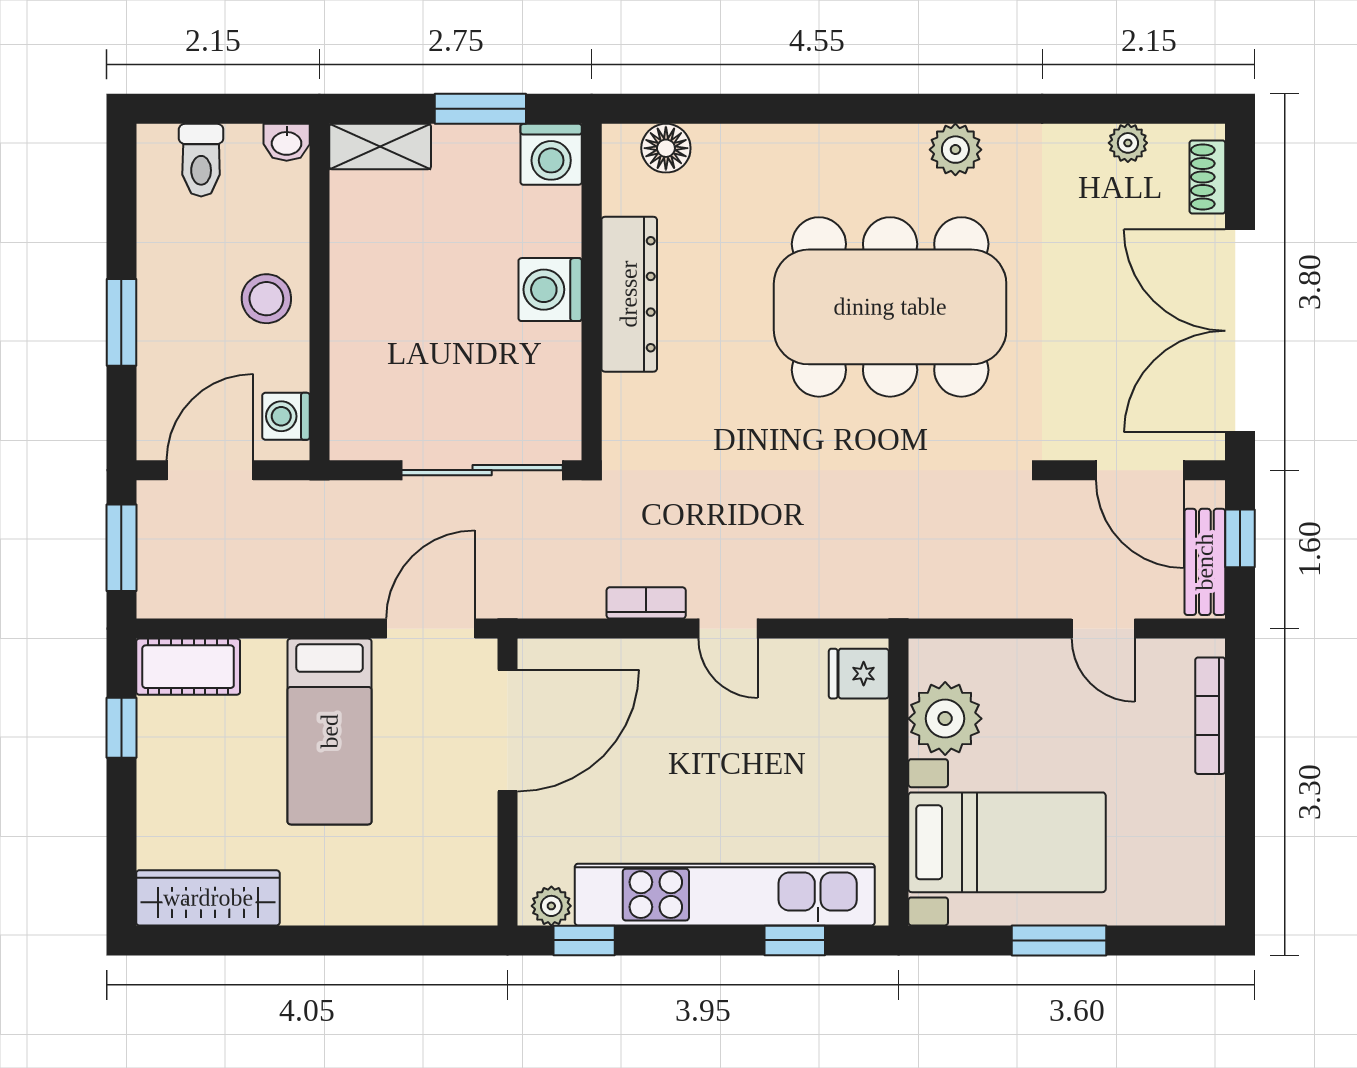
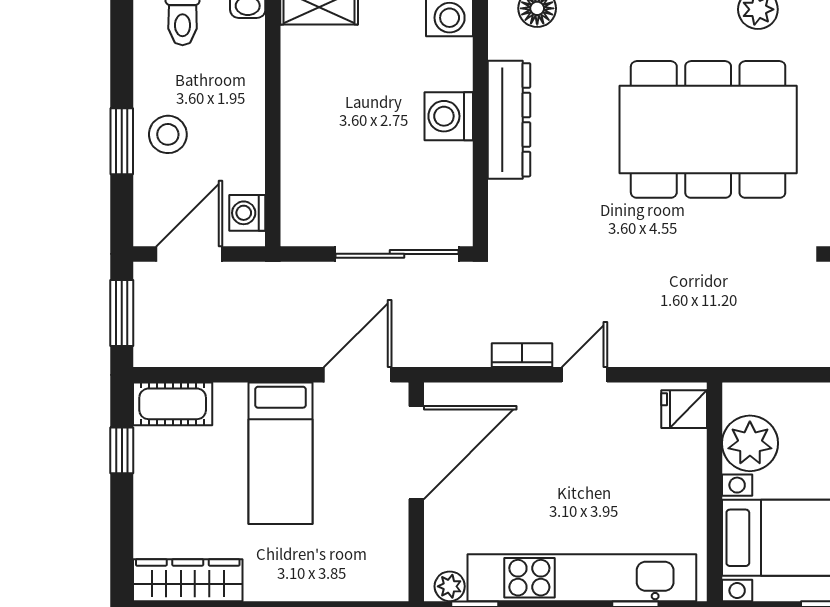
stool: (266, 299) -> (168, 134), moved
door: (728, 629) -> (584, 375), swing flipped

